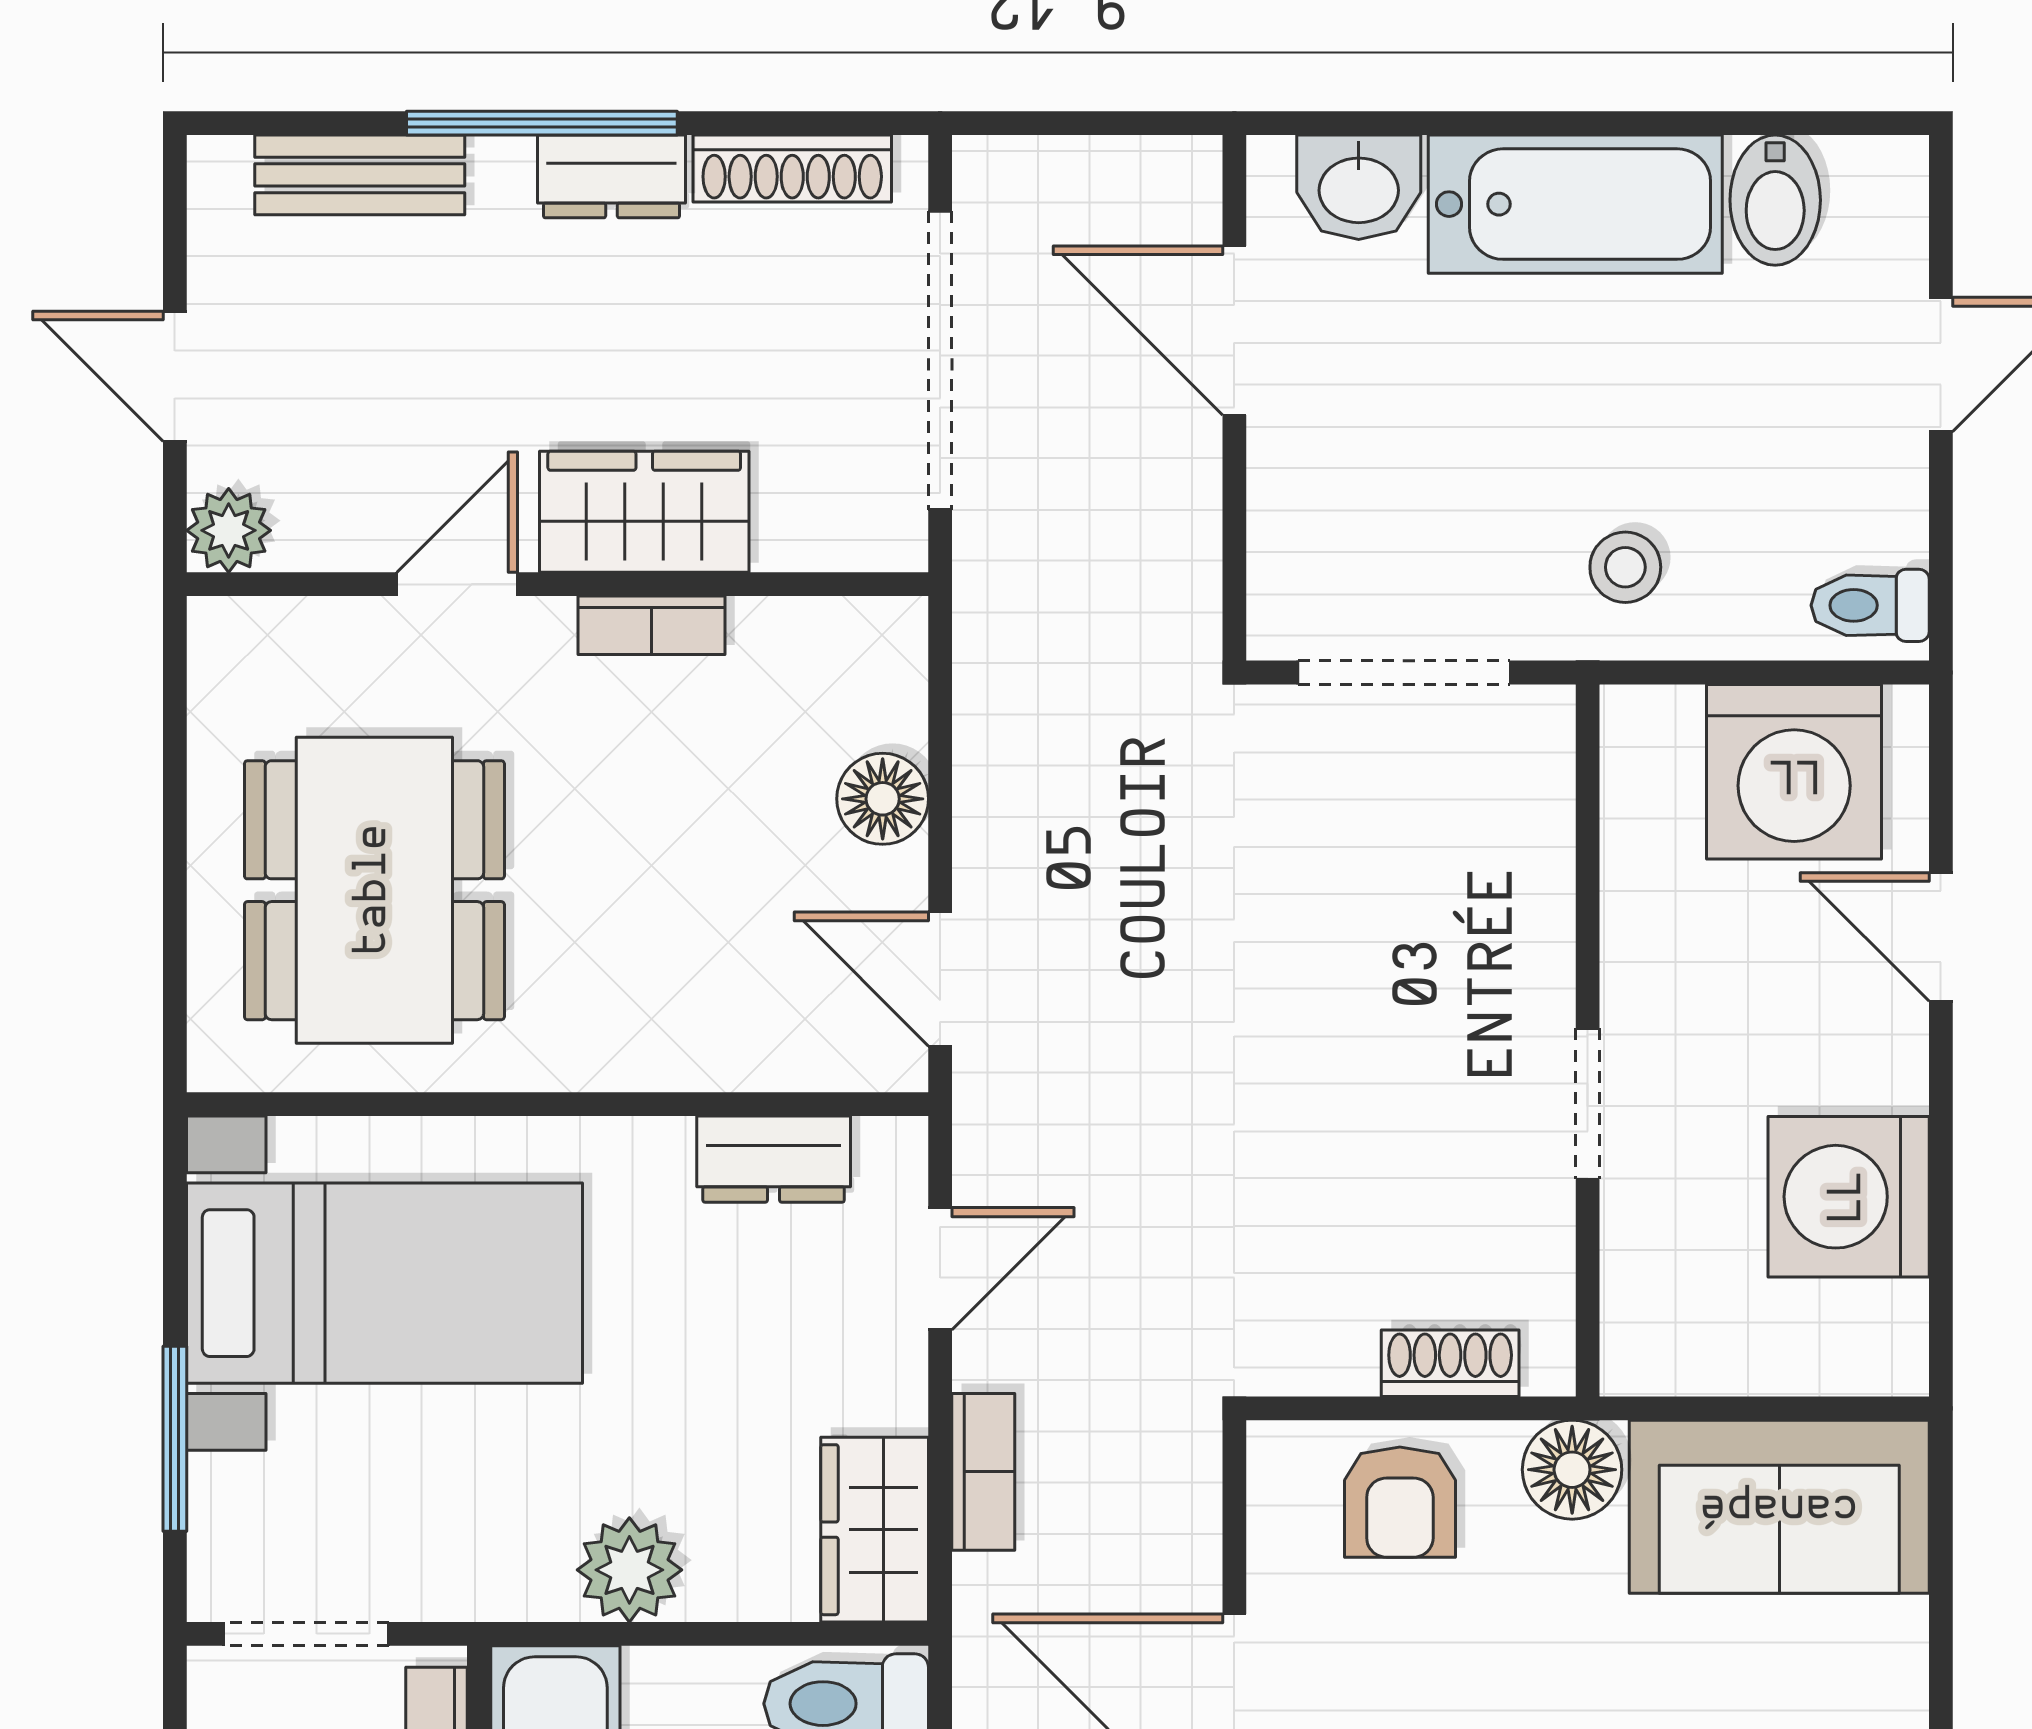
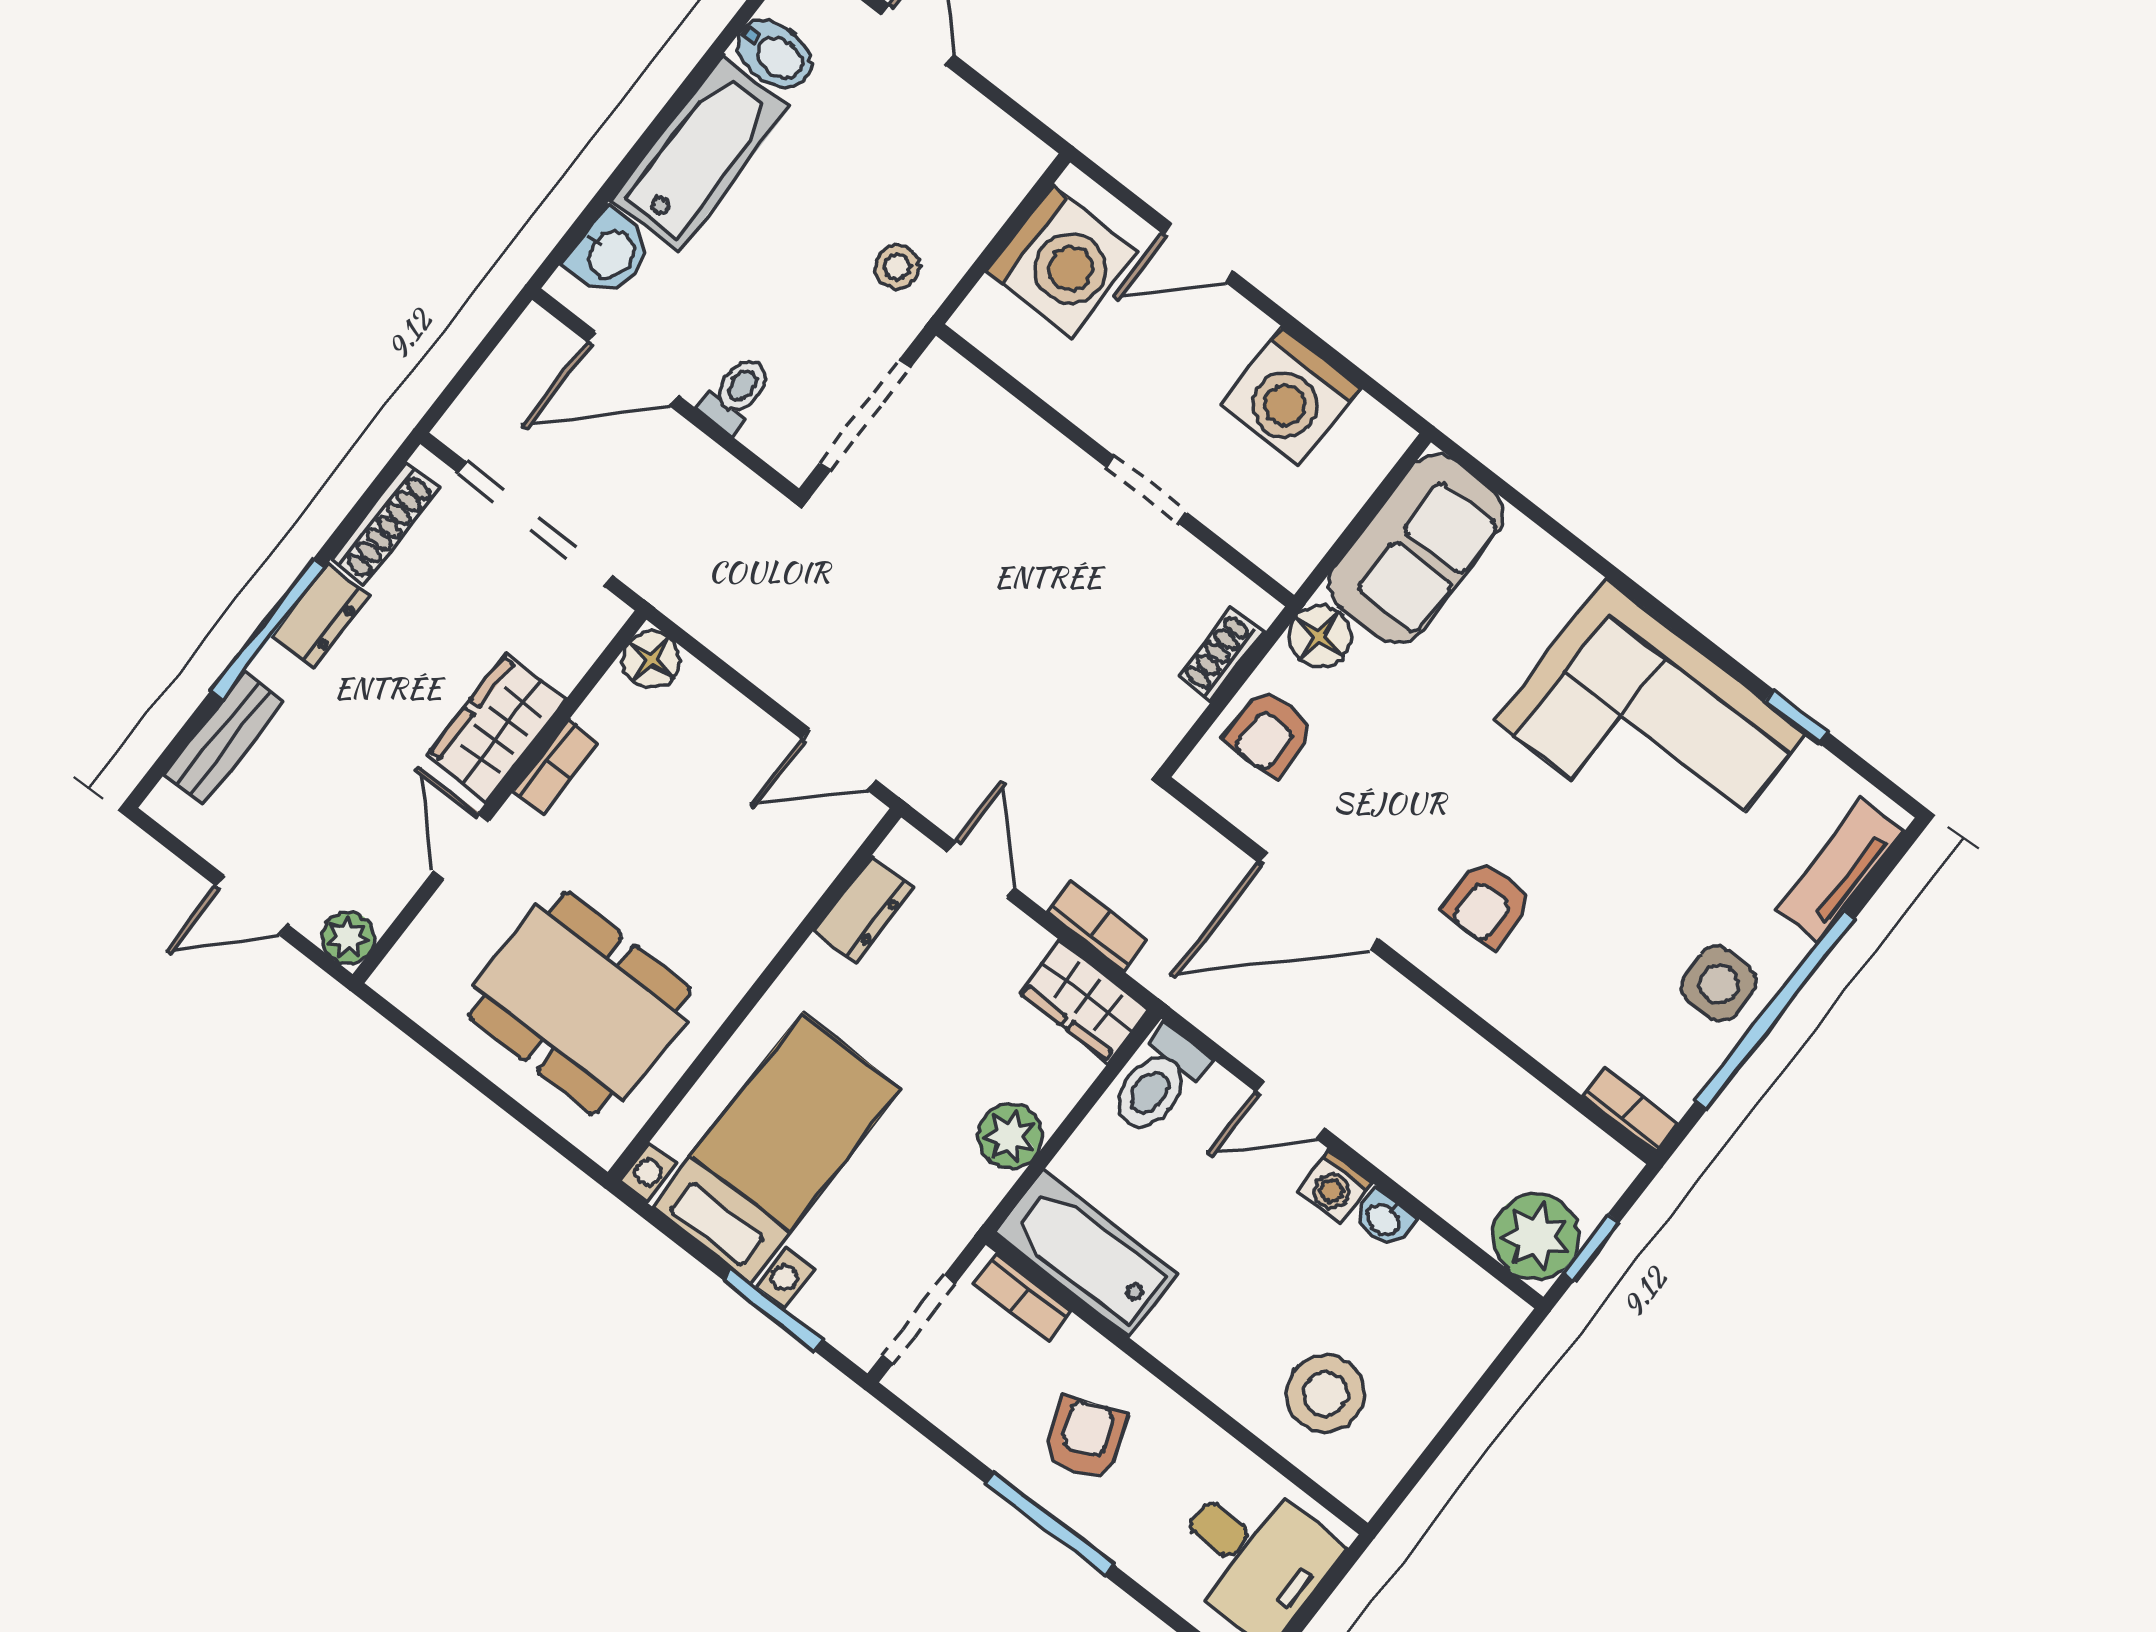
toilet: (1870, 605) -> (736, 393), moved, turned 180
floor lamp: (883, 799) -> (651, 659), moved
armchair: (1400, 1502) -> (1270, 733), turned 90

